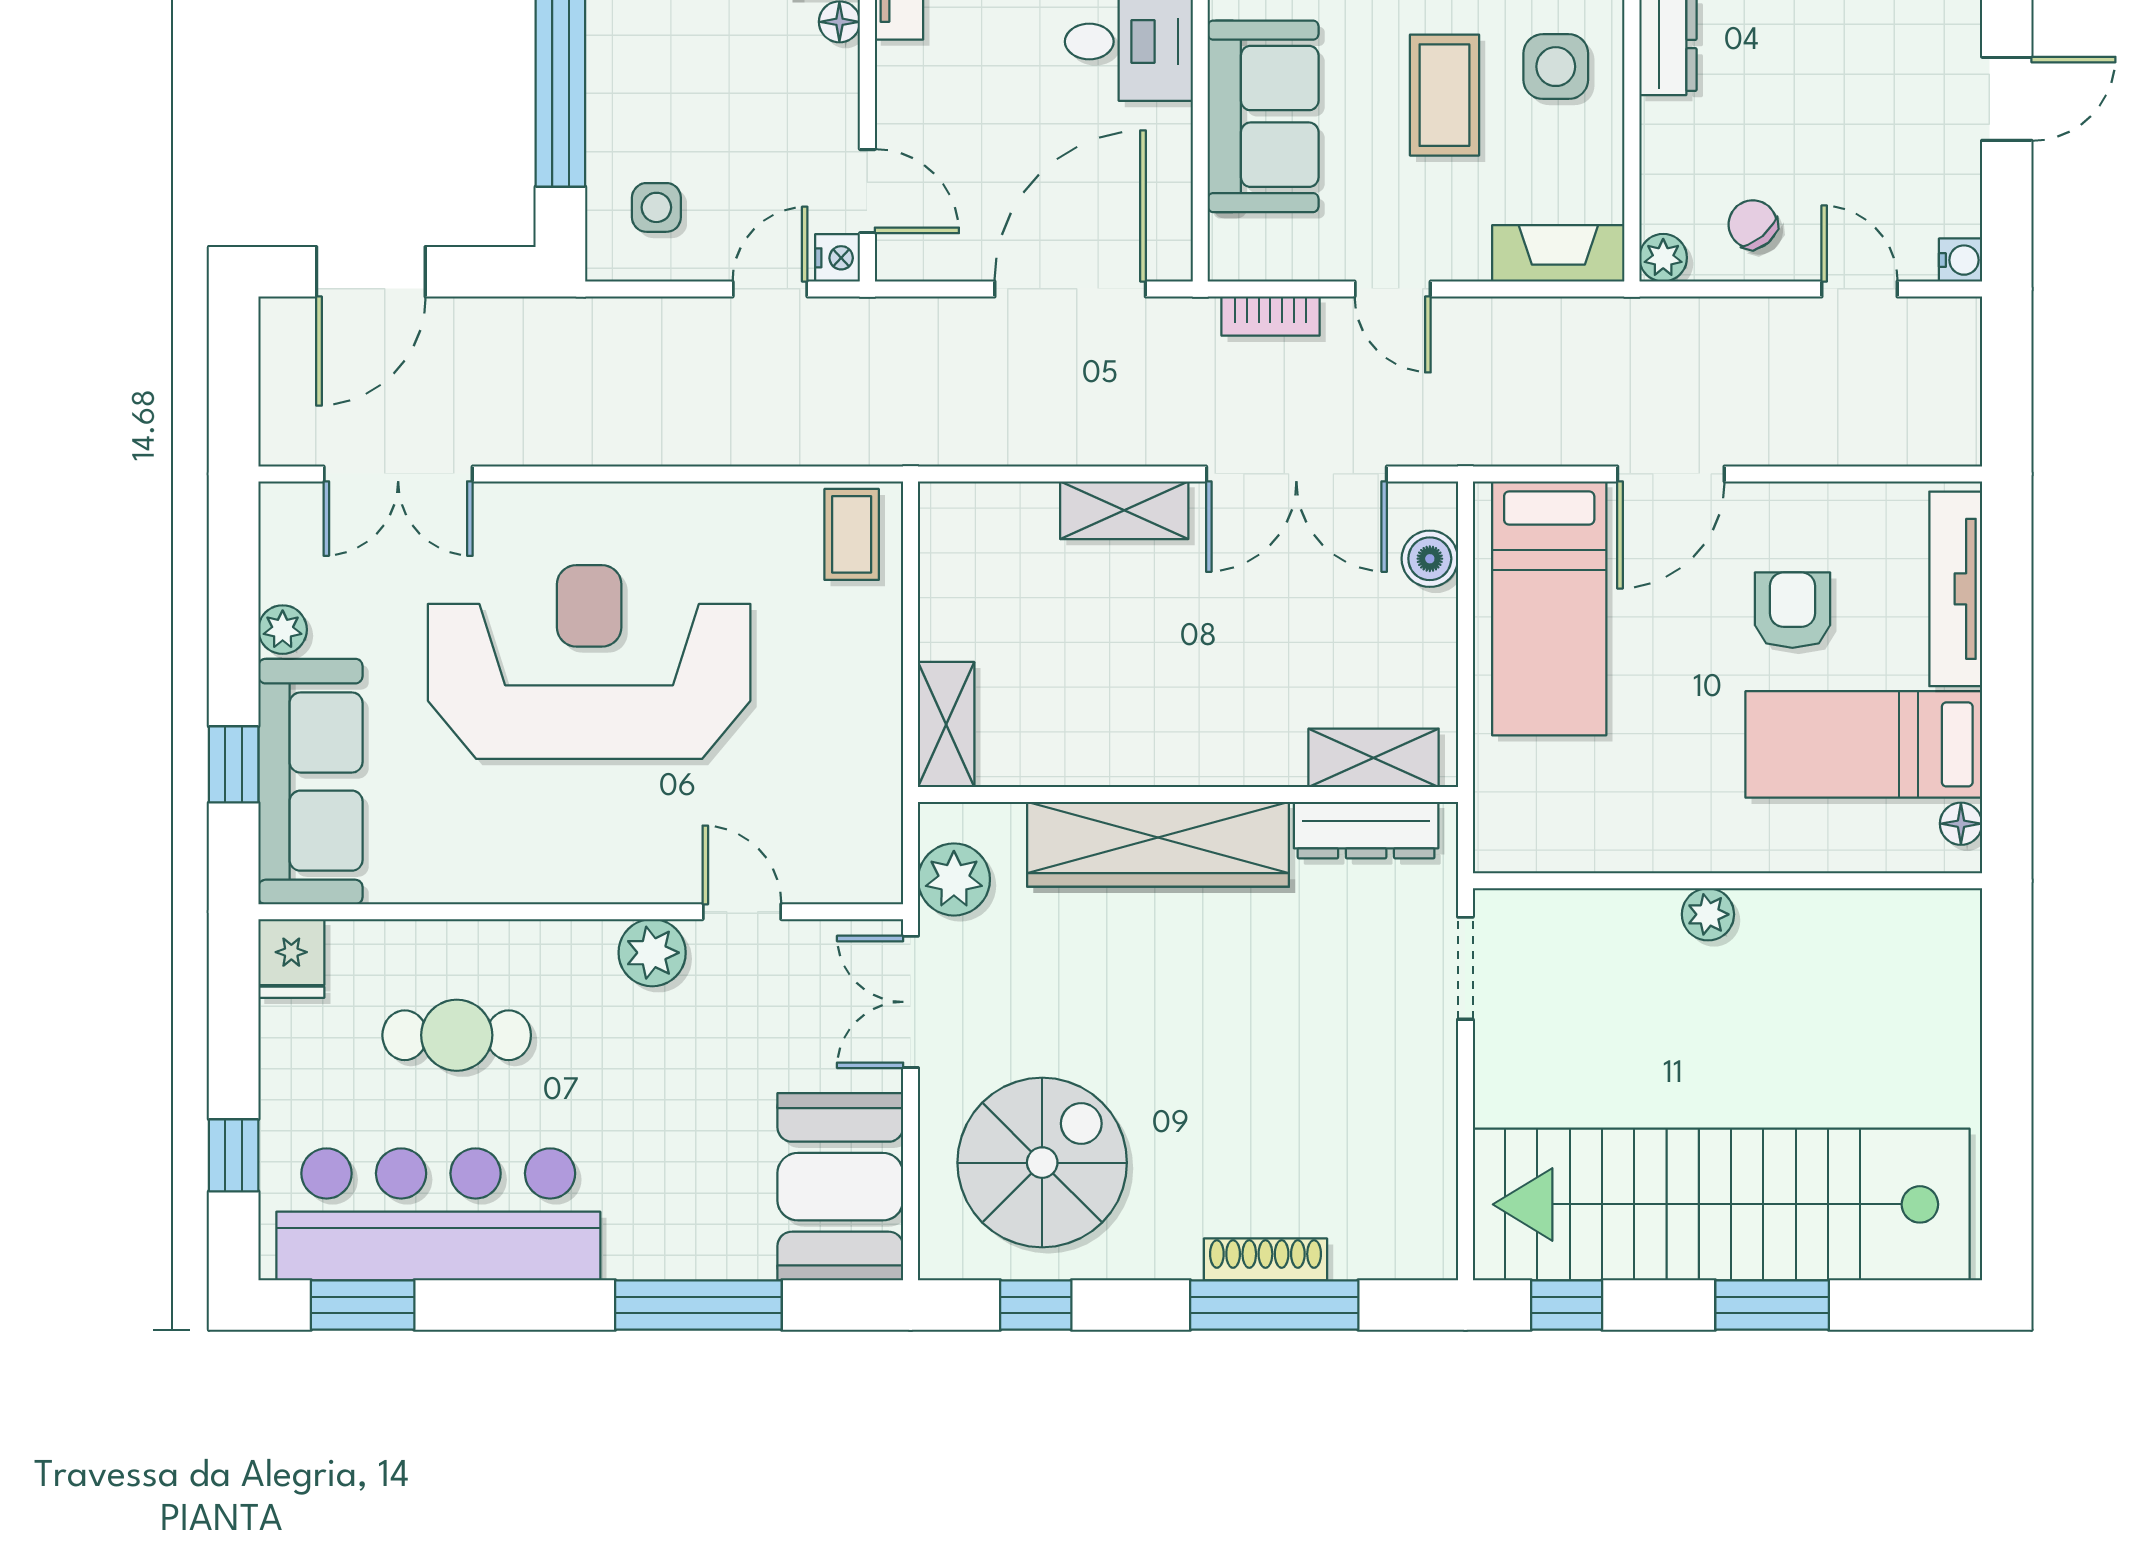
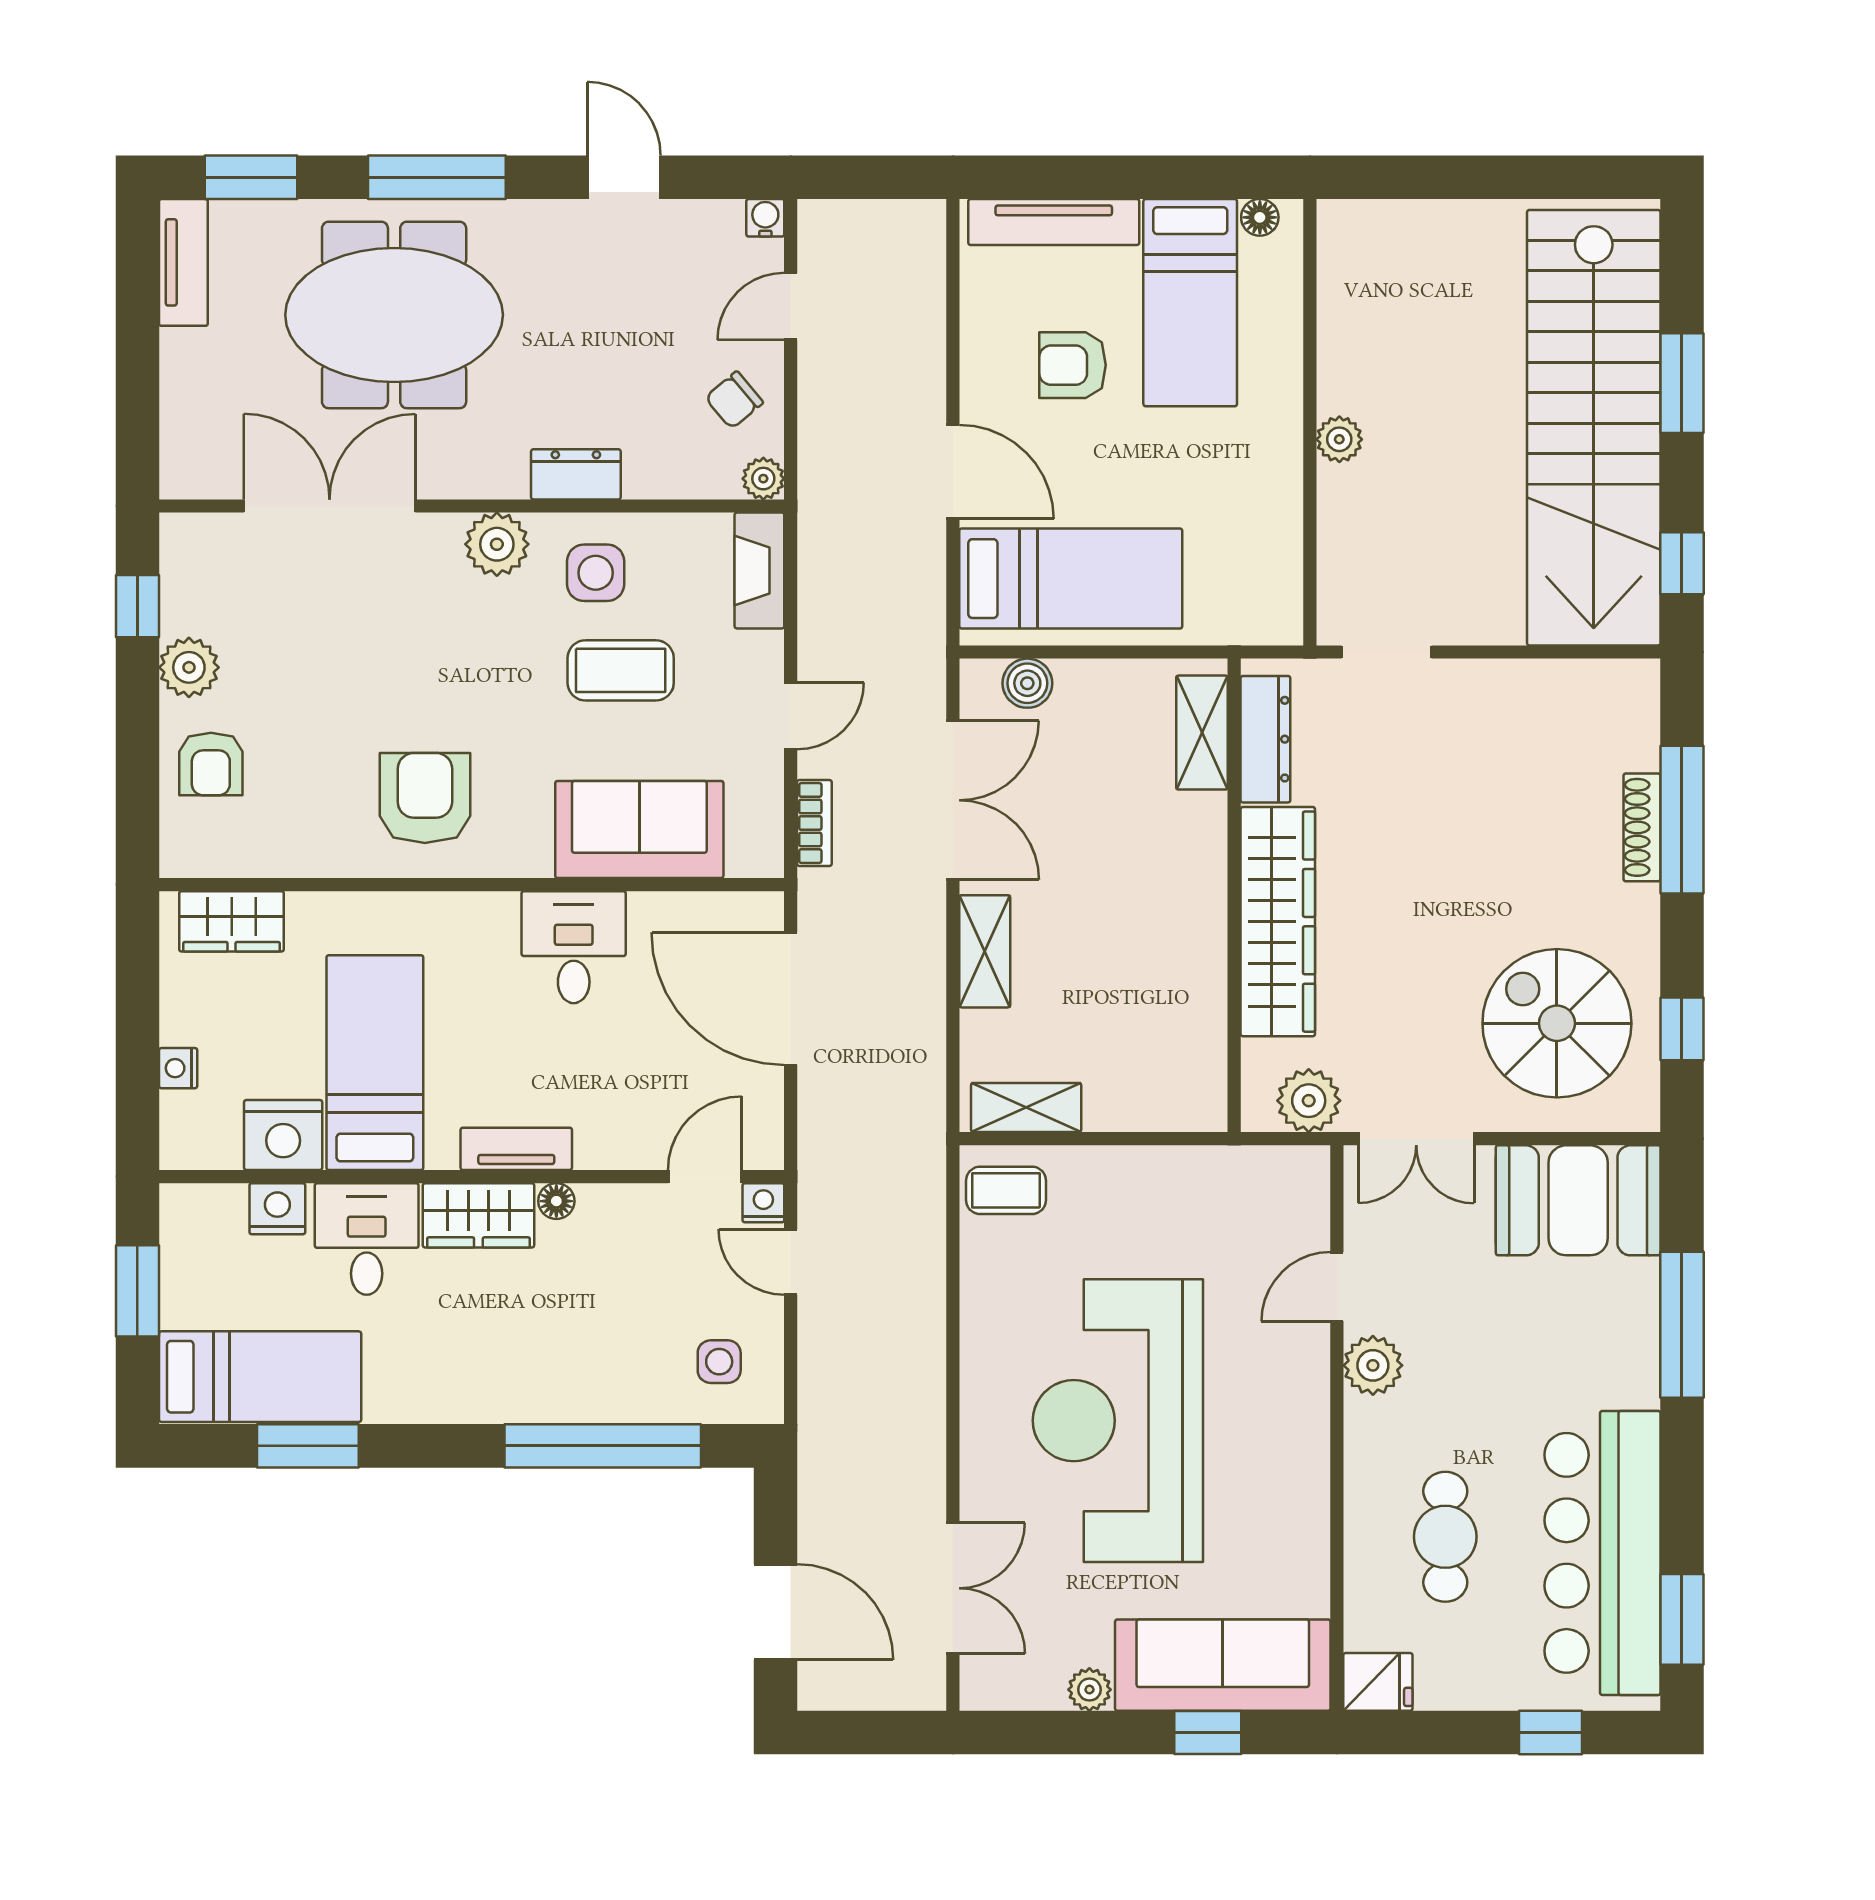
shelving: (946, 725) -> (1026, 1108), moved

